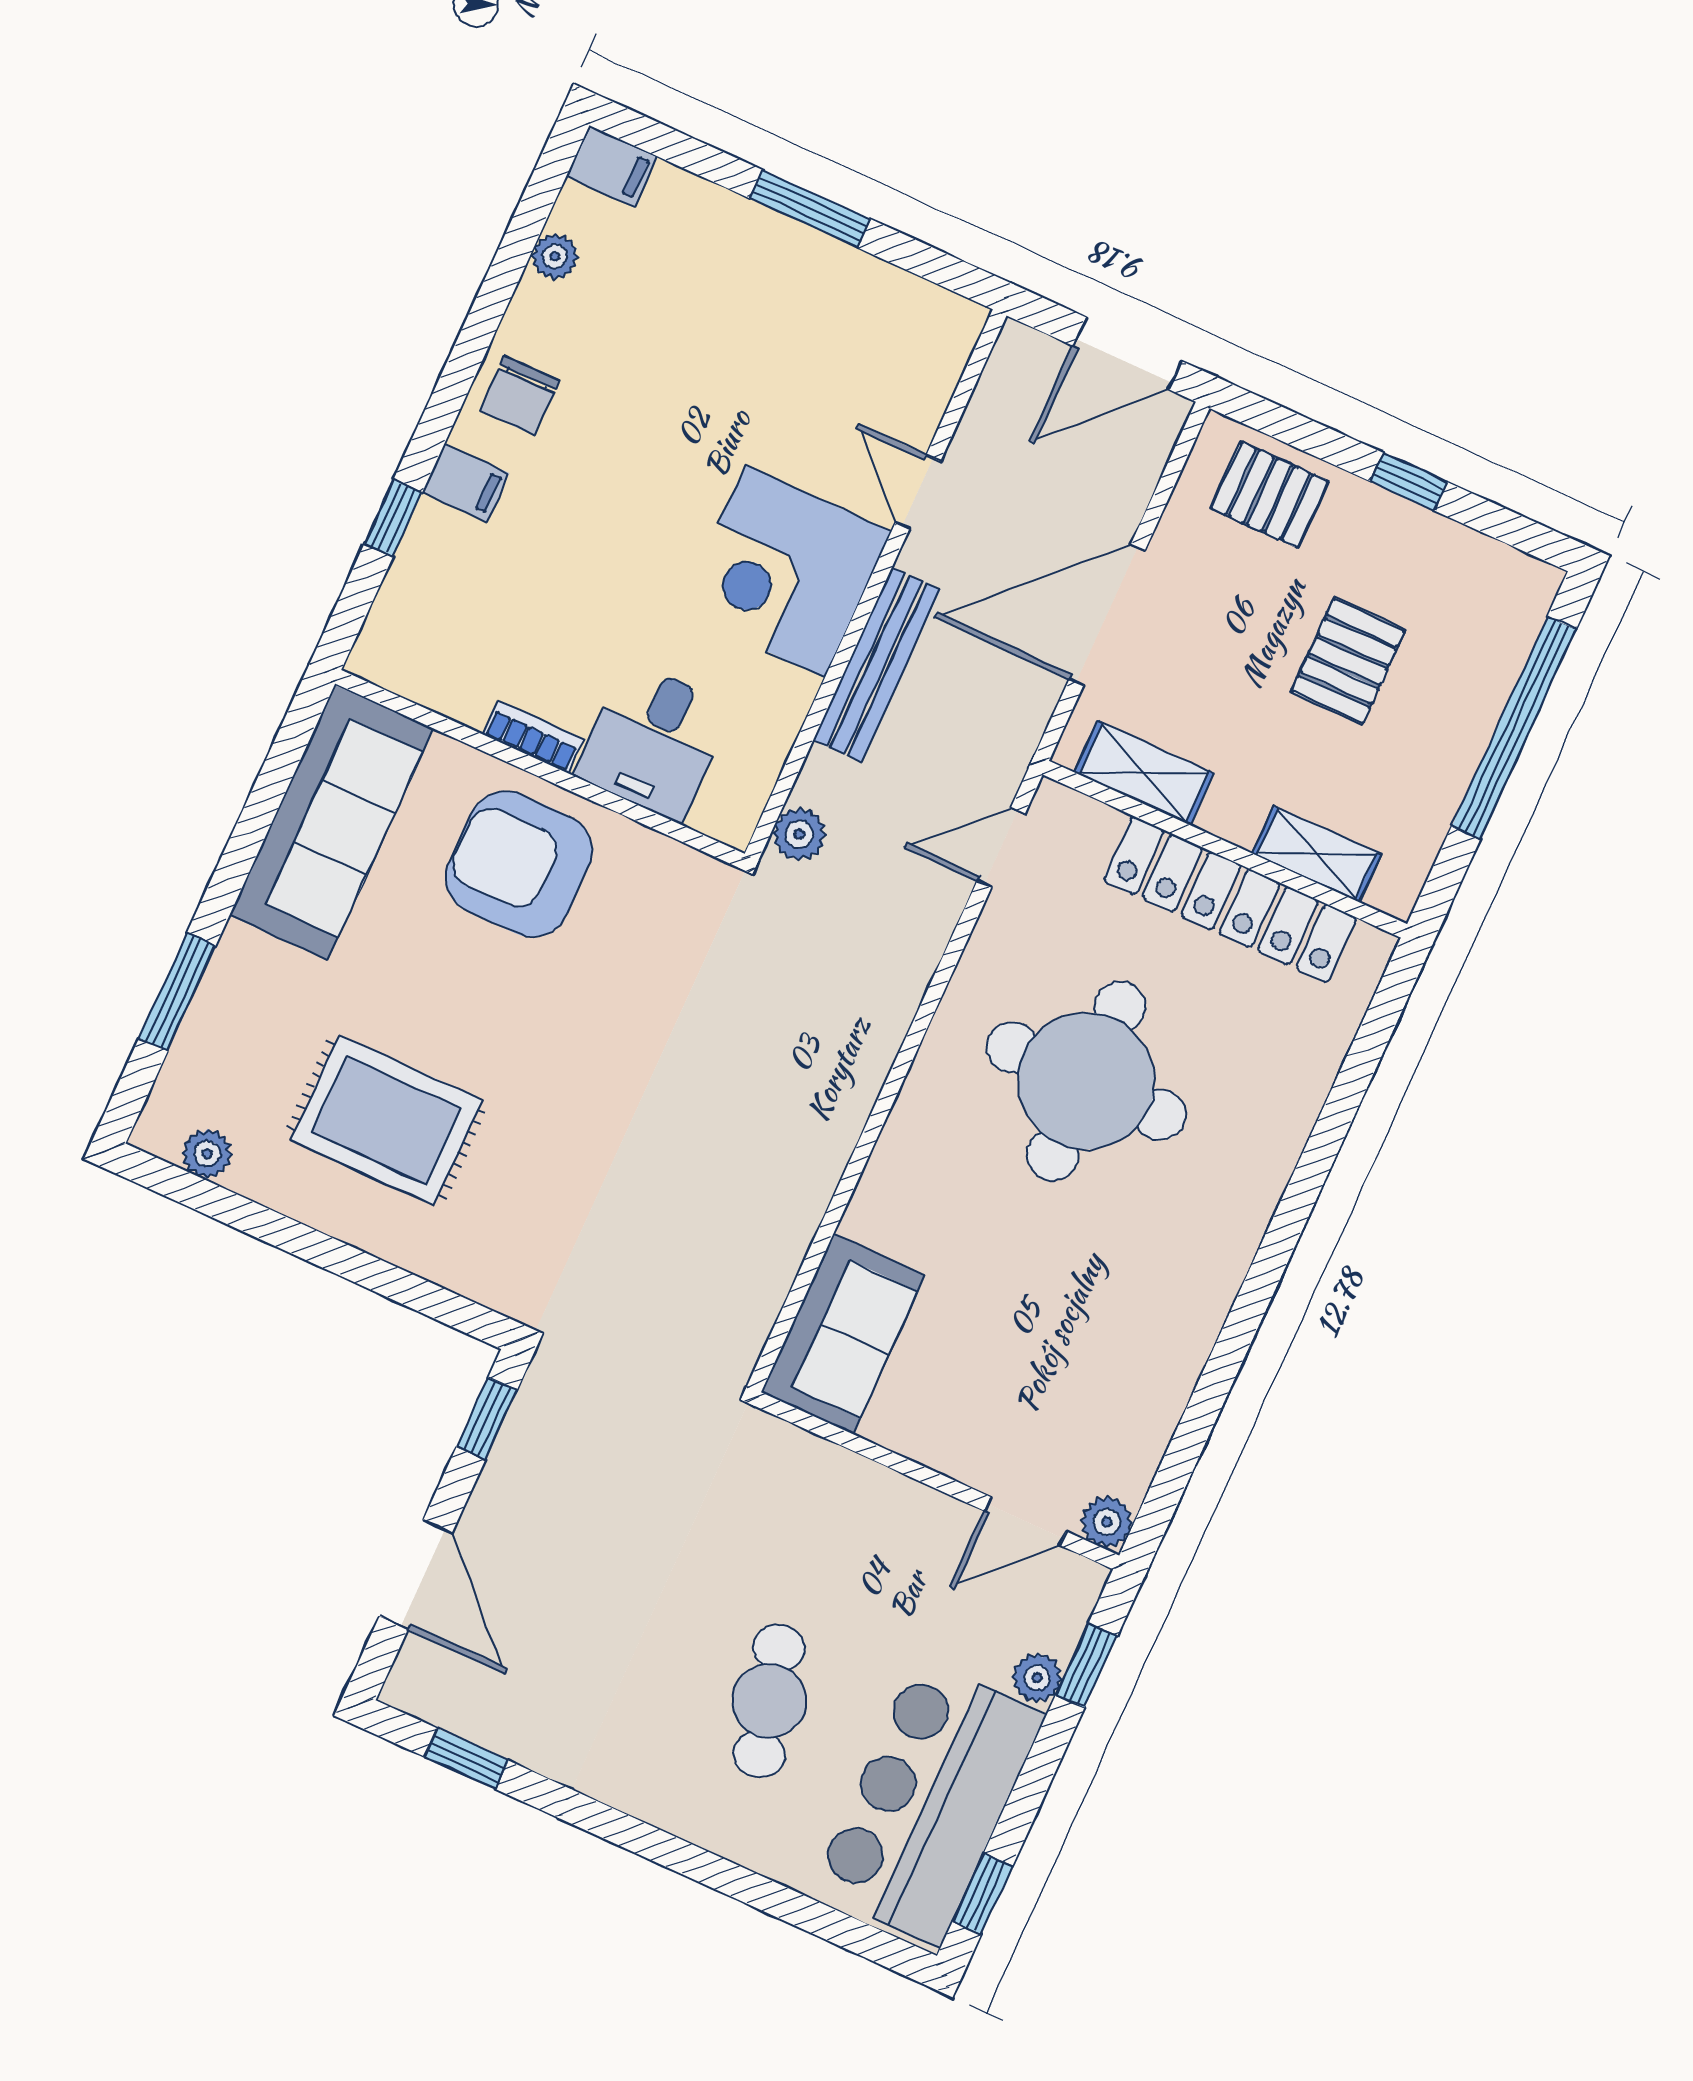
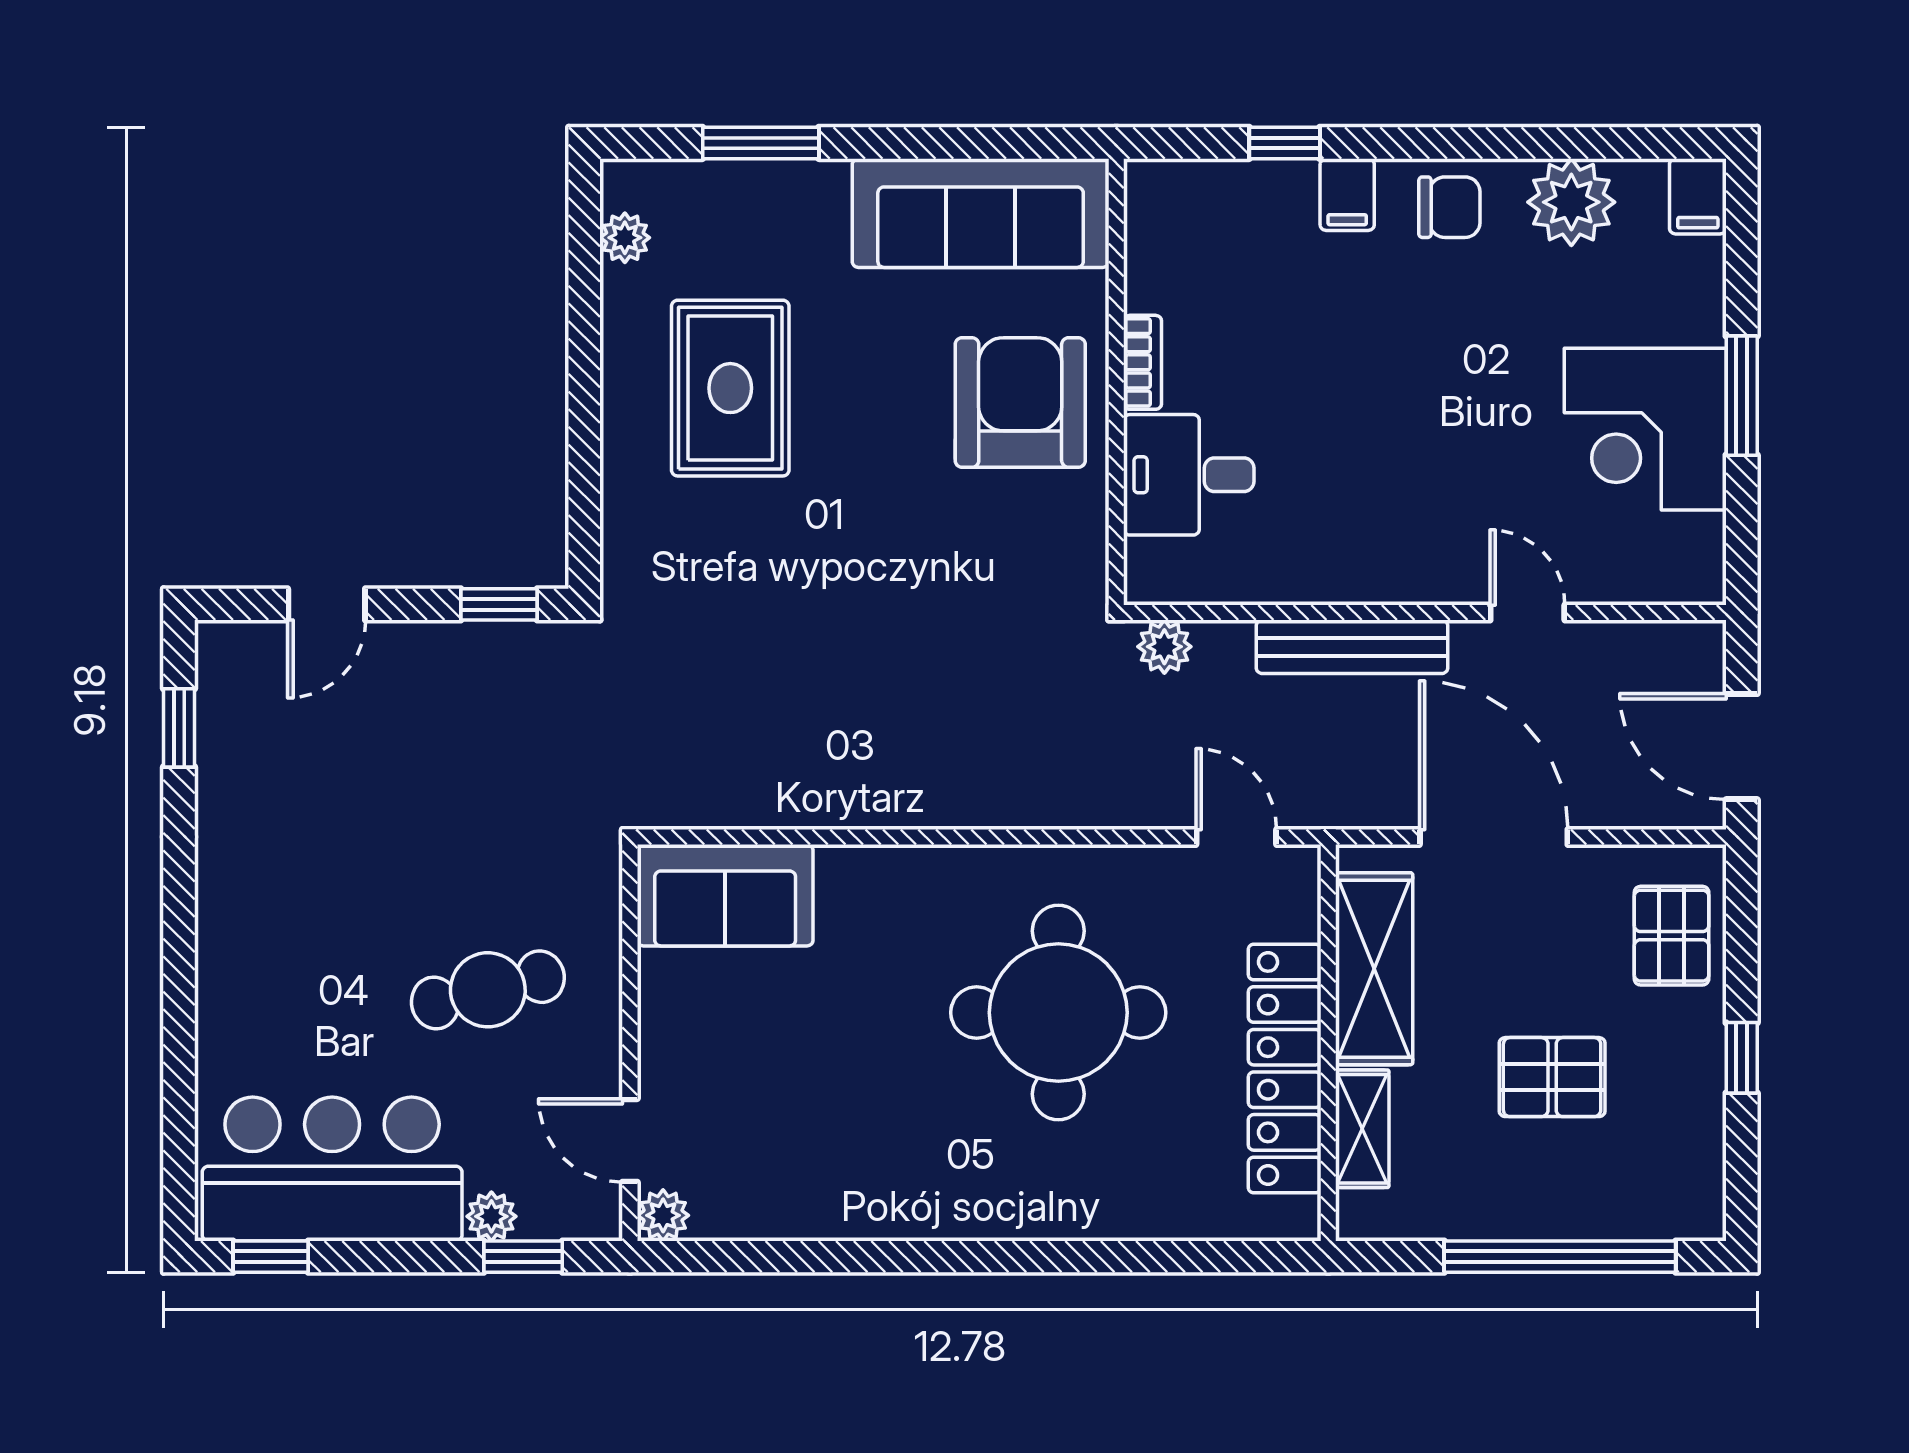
plant: (555, 256) -> (1571, 202), width x1.88, depth x1.88
chair: (519, 396) -> (1449, 207), turned 180
door: (918, 492) -> (1527, 613), hinge flipped
corner desk: (785, 571) -> (1645, 429), moved, turned -90
shelving: (1144, 773) -> (1374, 969), width x1.50, depth x1.33
door: (416, 1574) -> (327, 604), width x0.73
cafe table: (769, 1701) -> (488, 990), moved

